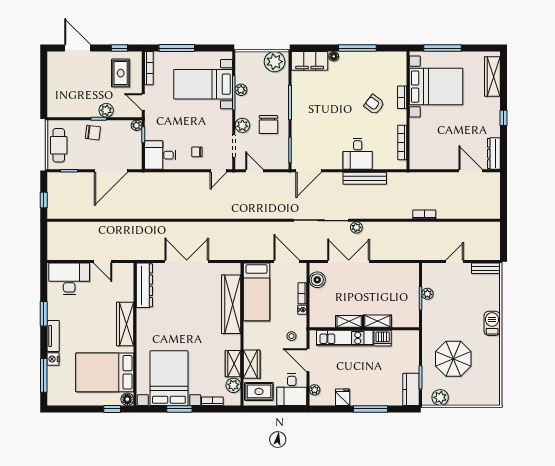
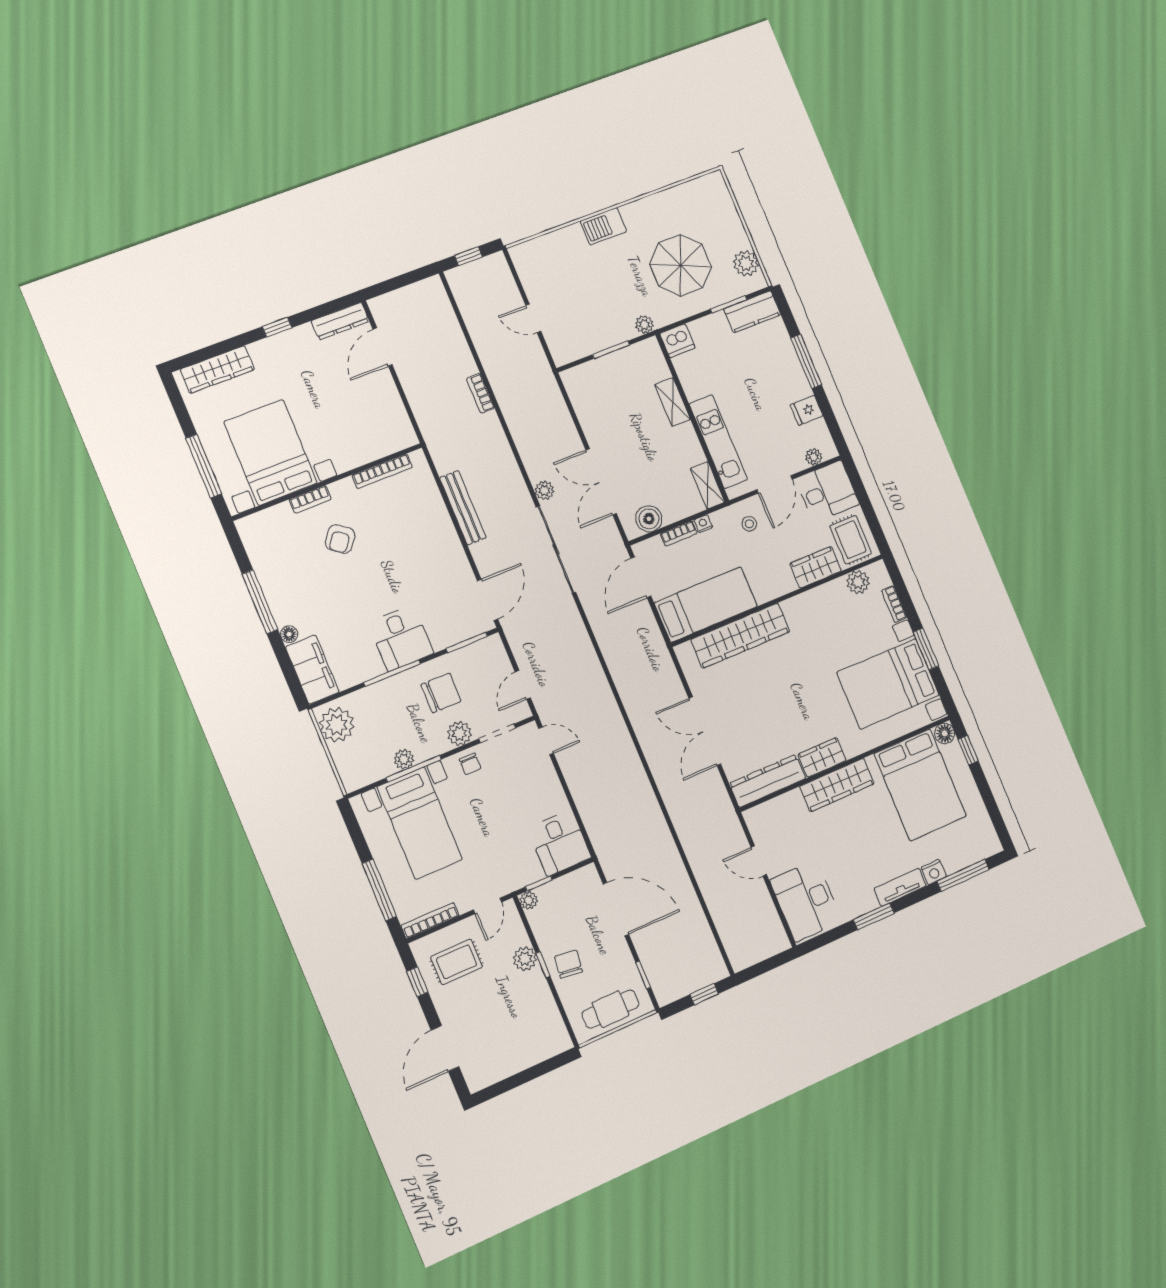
chair: (197, 152) -> (470, 764), moved
desk: (358, 154) -> (401, 638), moved, turned 90
door: (309, 171) -> (488, 600), hinge flipped
window: (503, 239) -> (468, 256), added
door: (103, 261) -> (759, 861), swing flipped
bench: (486, 268) -> (524, 267), removed
plant: (427, 294) -> (644, 325), moved
shelving: (349, 321) -> (708, 485), moved
dishwasher: (383, 338) -> (677, 341), moved, turned 90
wardrobe: (233, 364) -> (822, 757), moved, turned 180

